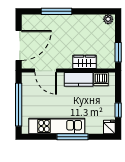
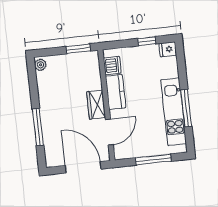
wardrobe: (85, 62) -> (96, 105), moved
window: (19, 105) -> (153, 160), width x0.68
window: (72, 137) -> (186, 108), moved

